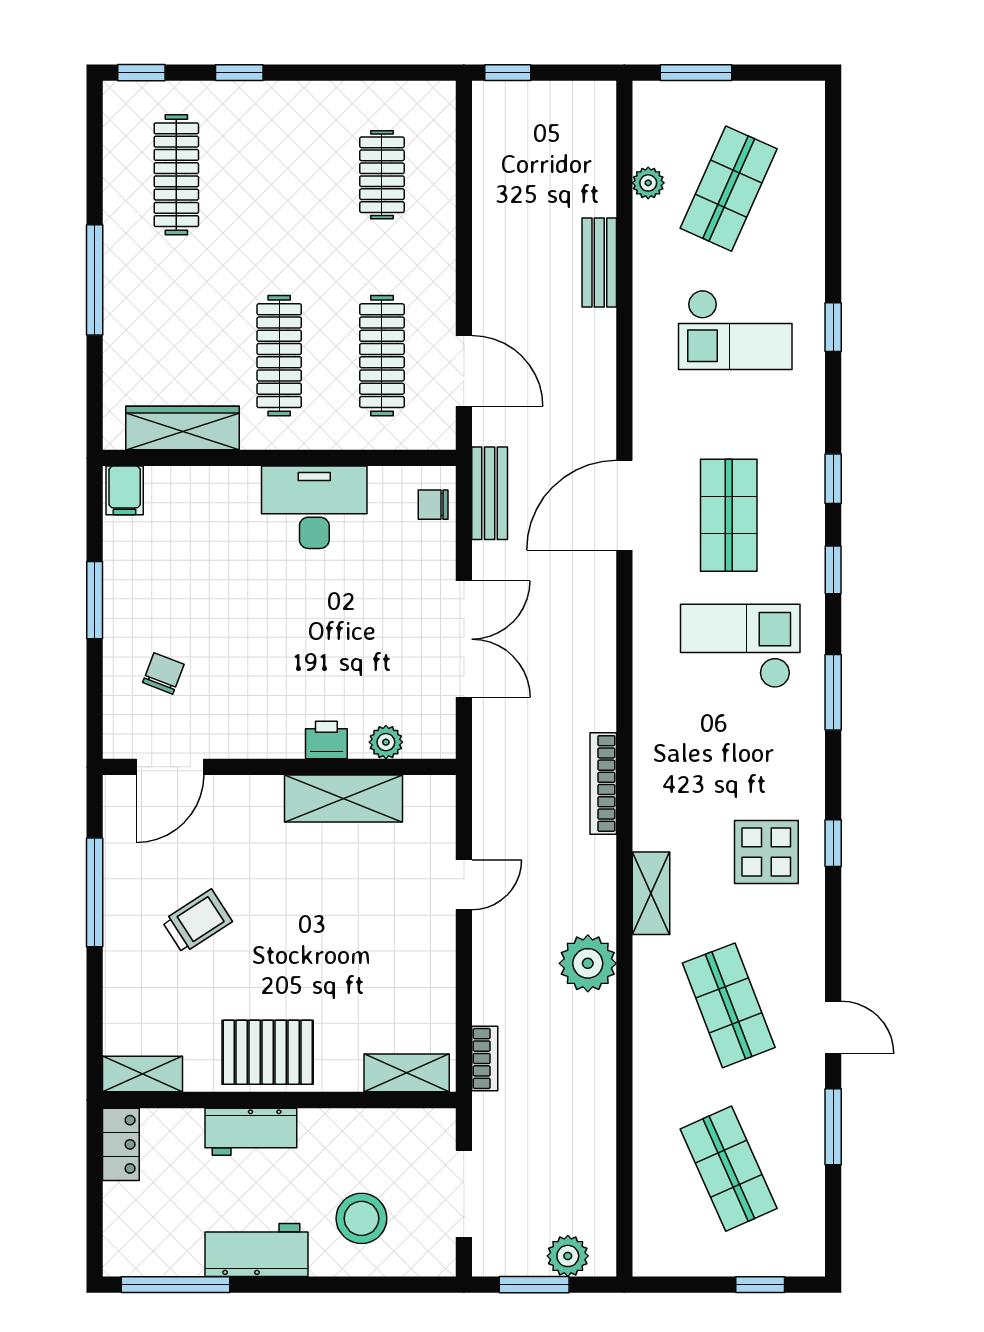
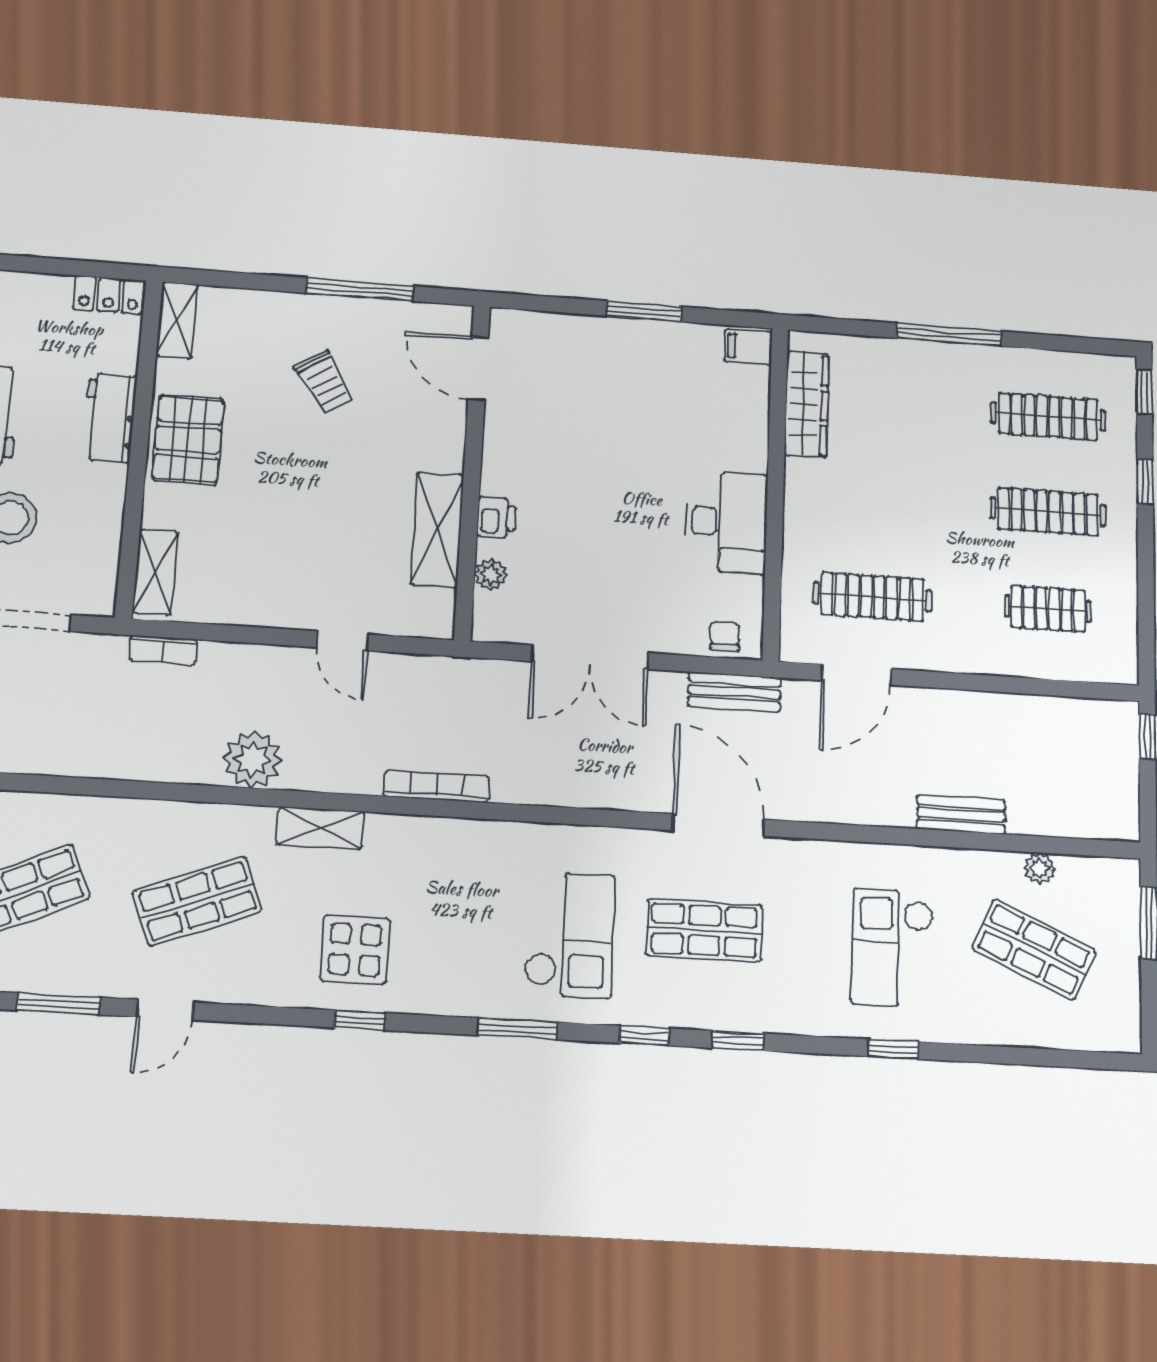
clothes rail: (279, 356) -> (1048, 512), moved
chair: (163, 673) -> (570, 369), removed

